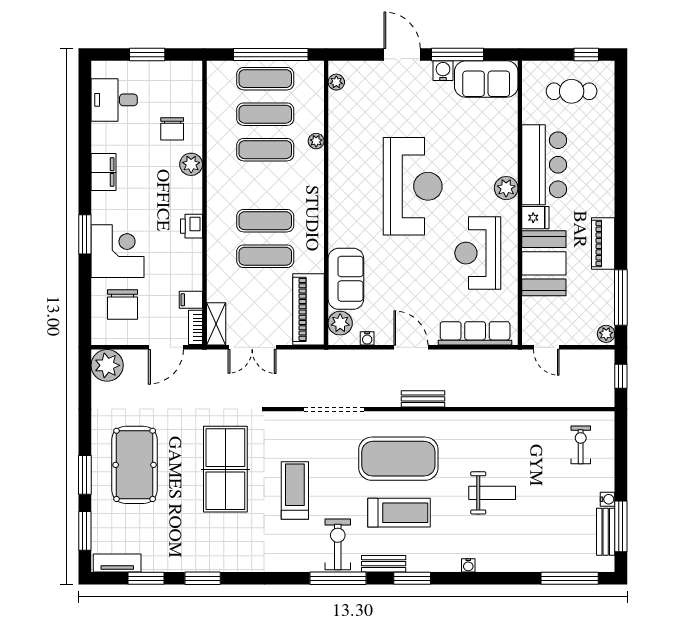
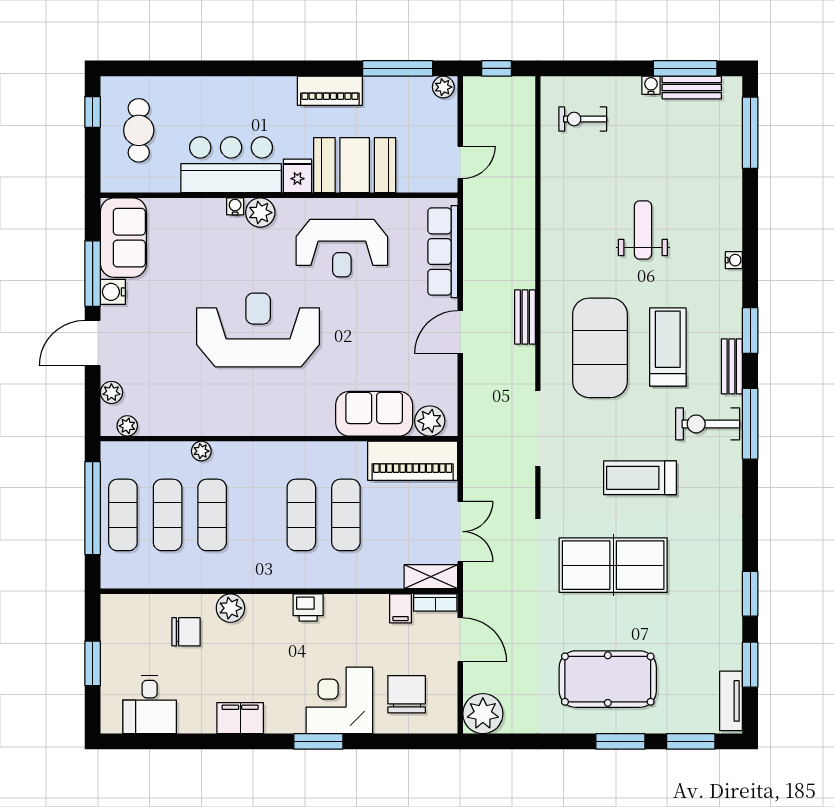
plant: (363, 70) -> (111, 392), added
chair: (122, 305) -> (407, 694), turned -90
water cooler: (367, 338) -> (235, 206), moved, turned -90

